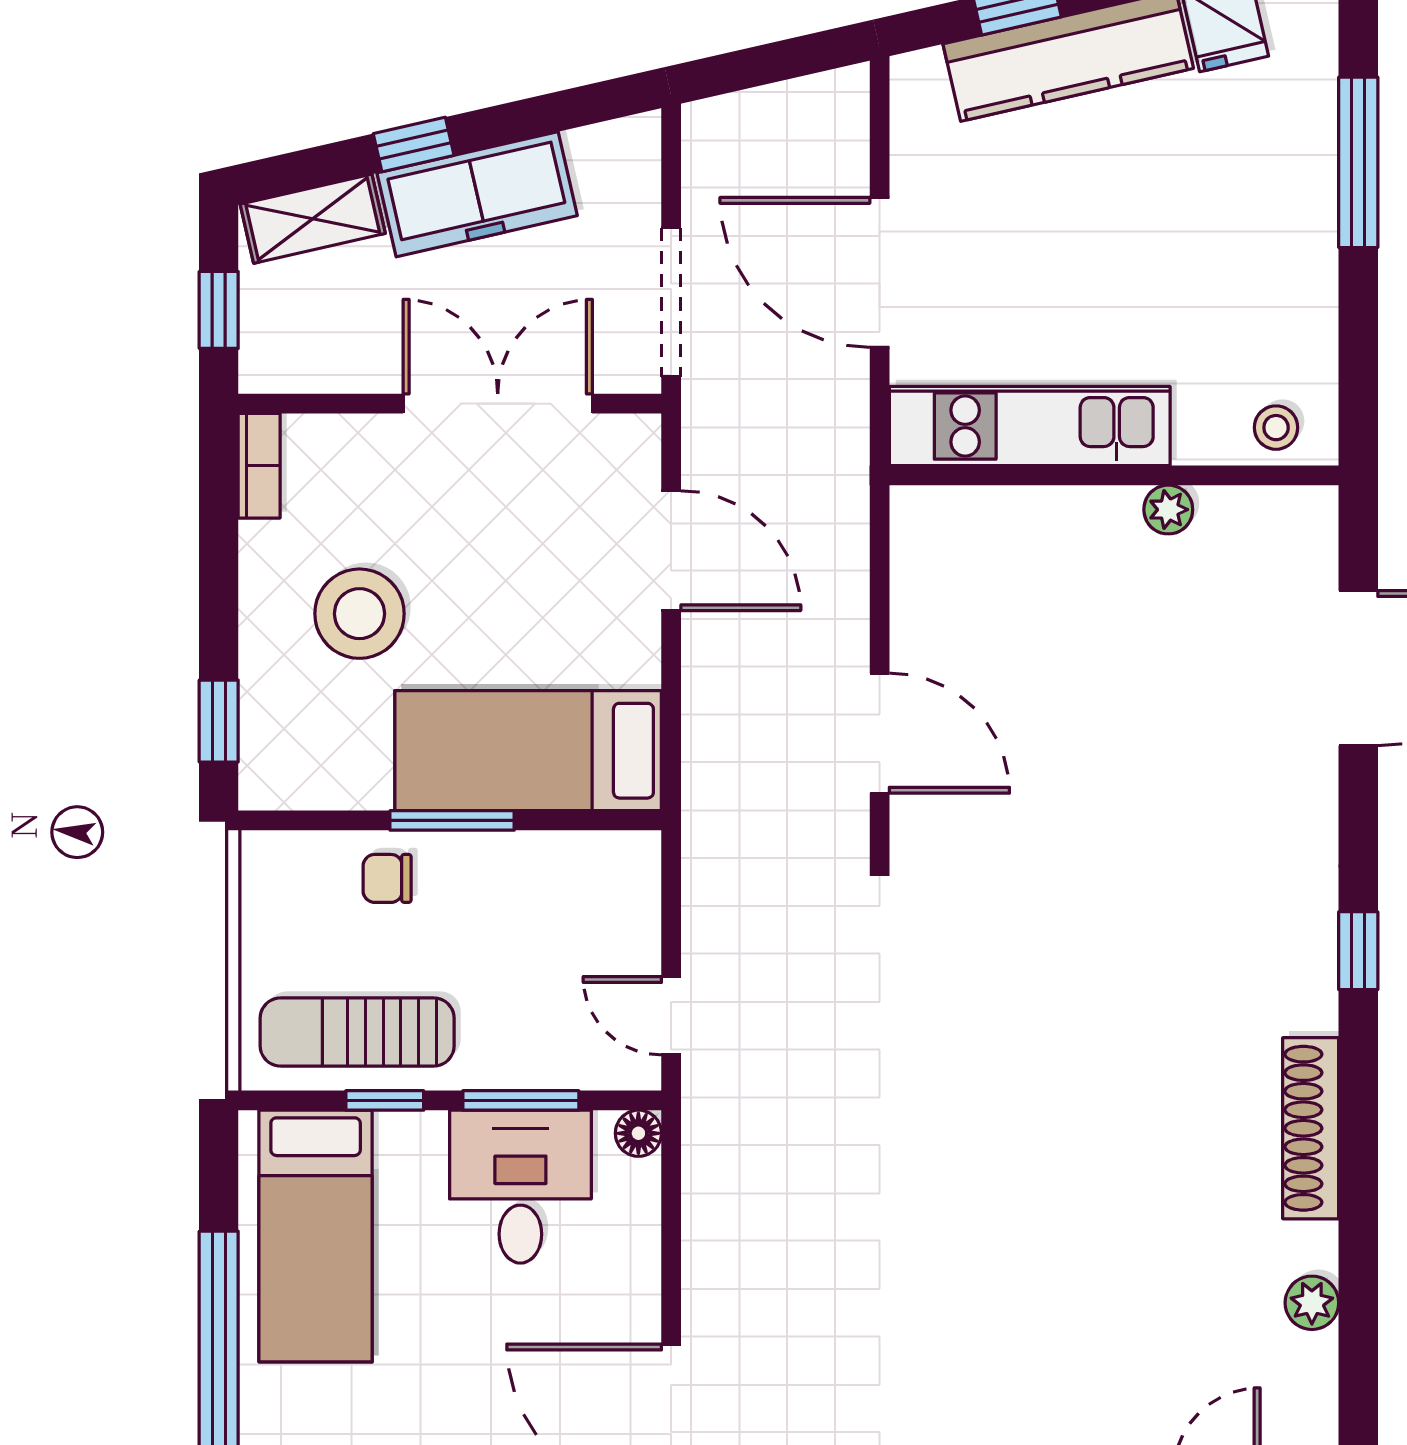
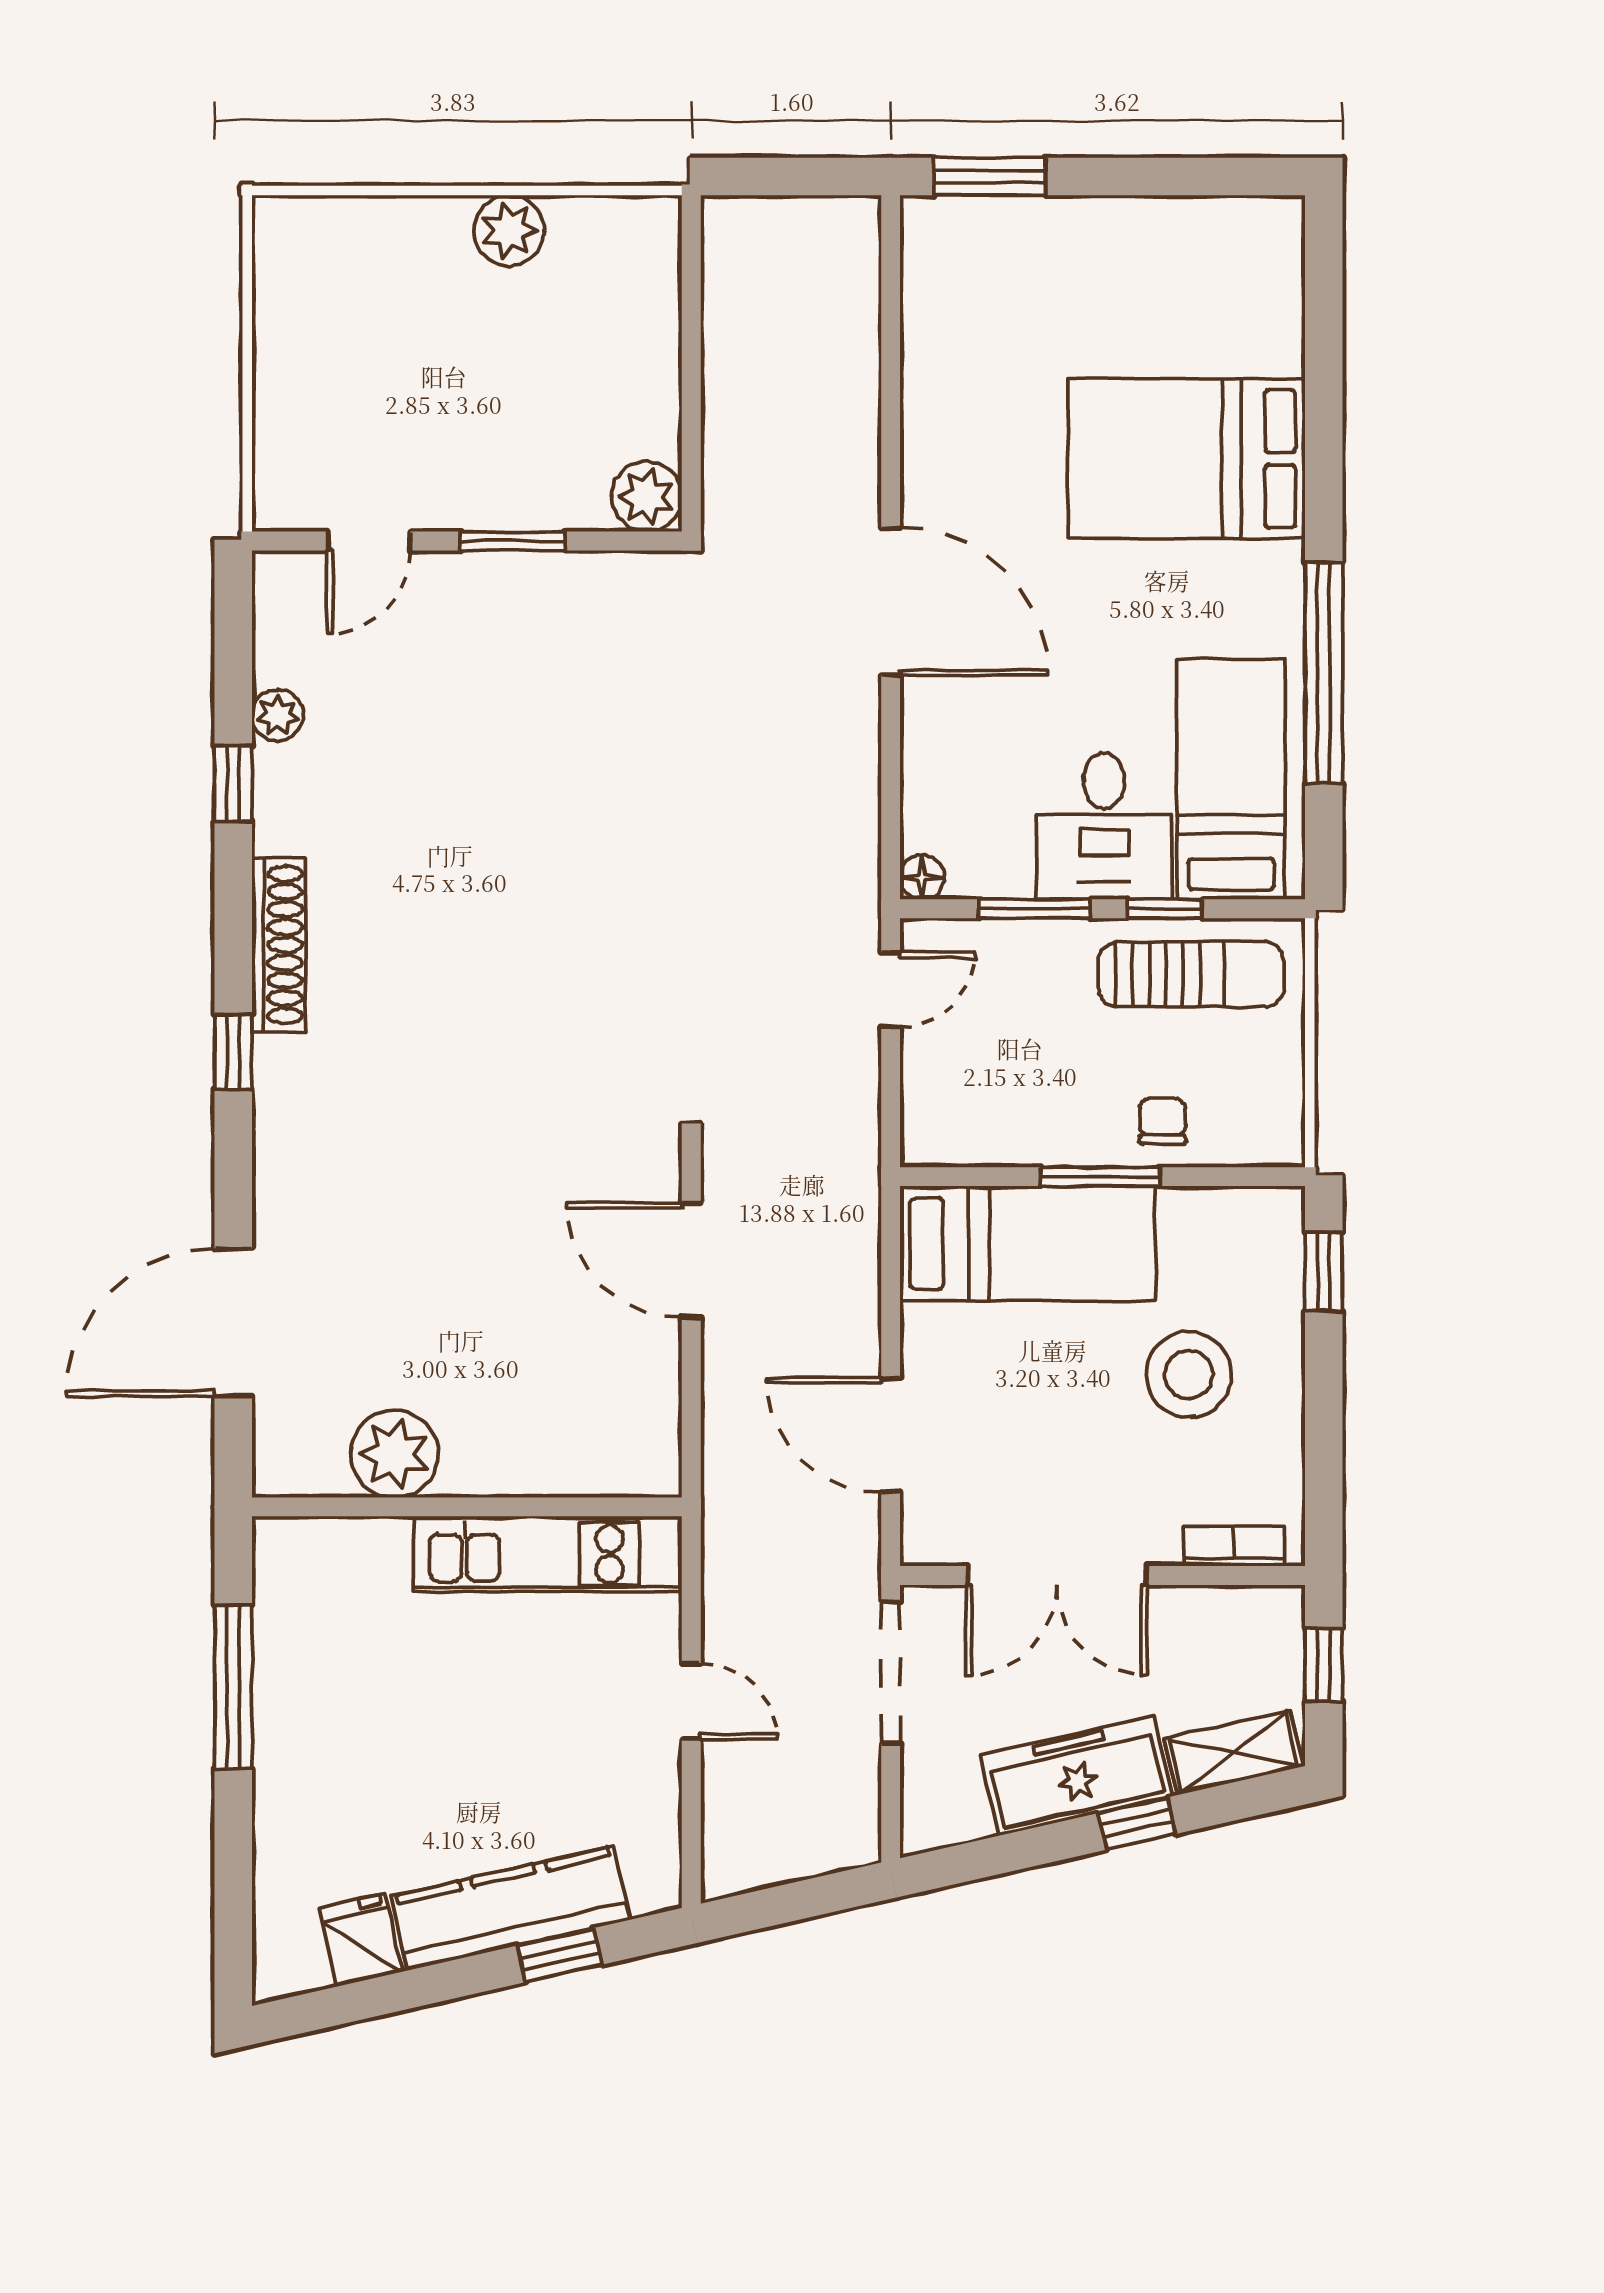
window: (1358, 162) -> (233, 1687), moved
door: (880, 272) -> (691, 1701), width x0.53
stool: (1276, 428) -> (312, 1553), removed
bookcase: (259, 466) -> (1234, 1546), moved, turned 90
plant: (1168, 510) -> (395, 1454), width x1.87, depth x1.87
chair: (387, 878) -> (1162, 1121), turned -90
door: (671, 1016) -> (891, 990), hinge flipped
shoe rack: (1311, 1128) -> (279, 945), moved
desk: (520, 1187) -> (1104, 826), moved
window: (1358, 1231) -> (233, 783), added

